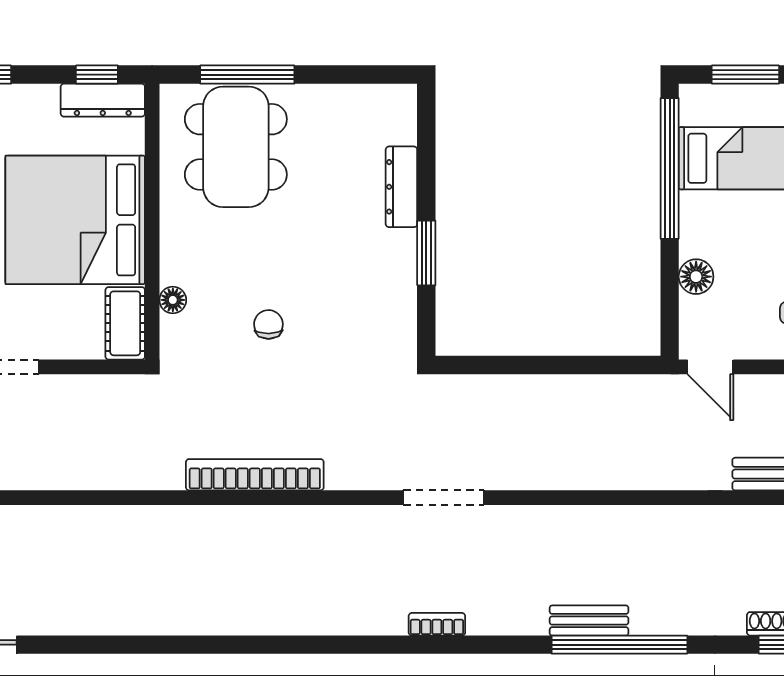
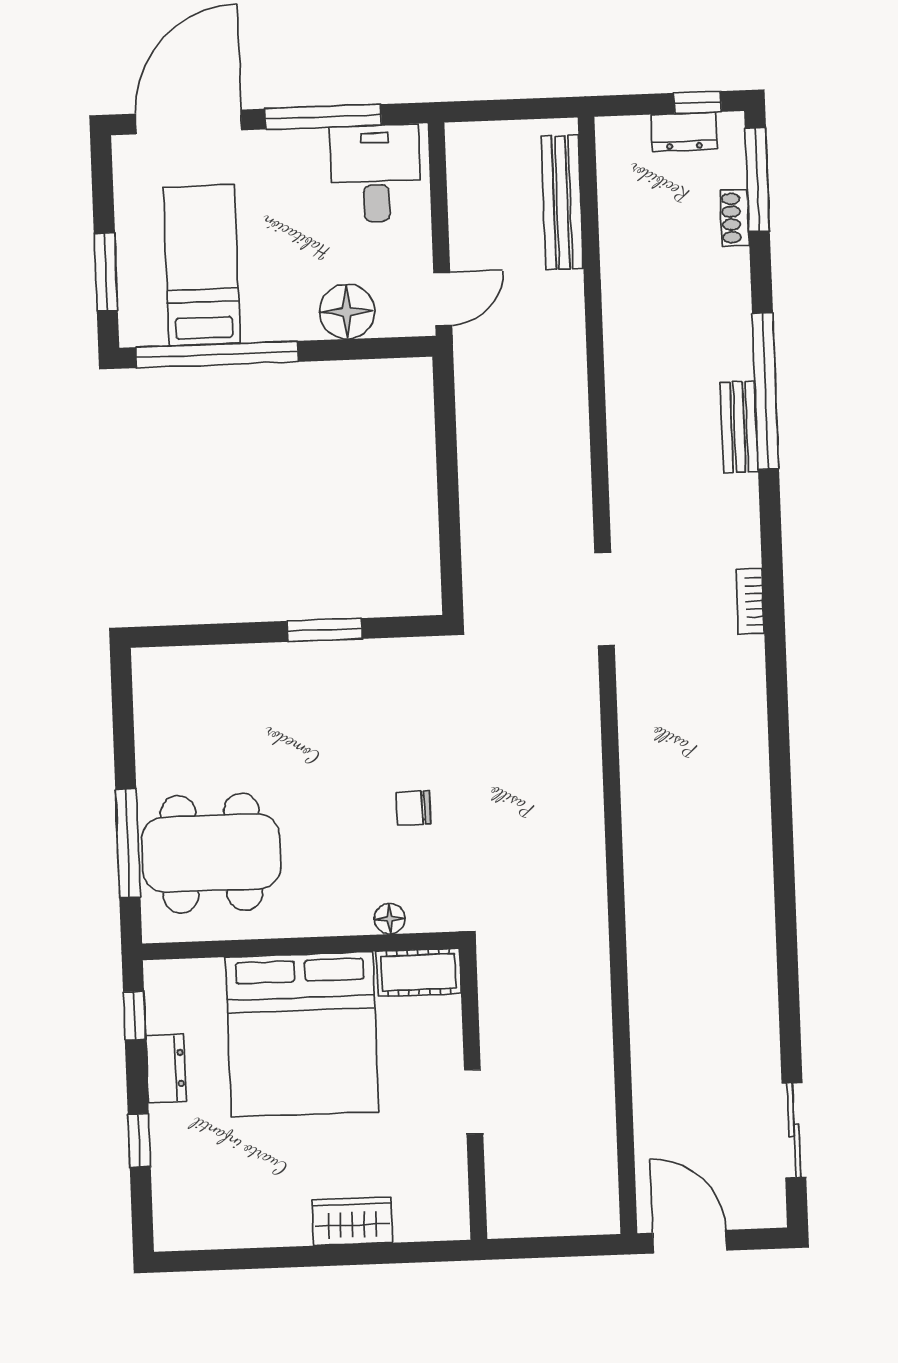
dresser: (103, 100) -> (166, 1069), moved, width x0.70
dresser: (401, 187) -> (250, 661), removed
floor lamp: (696, 277) -> (347, 312), width x1.38, depth x1.38
bookcase: (255, 475) -> (587, 817), removed

